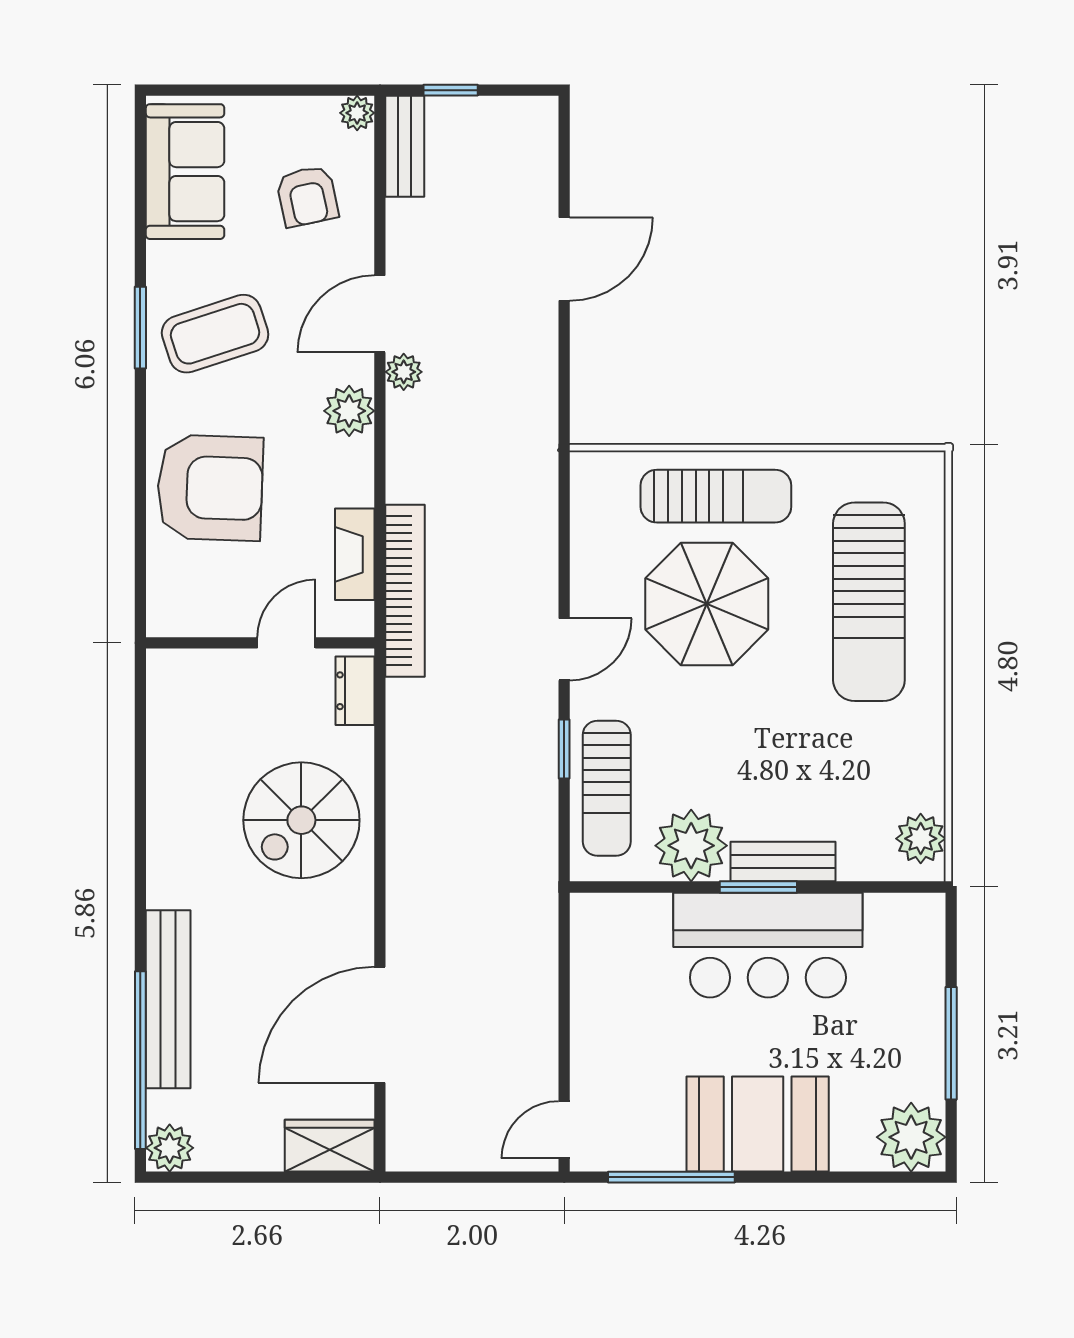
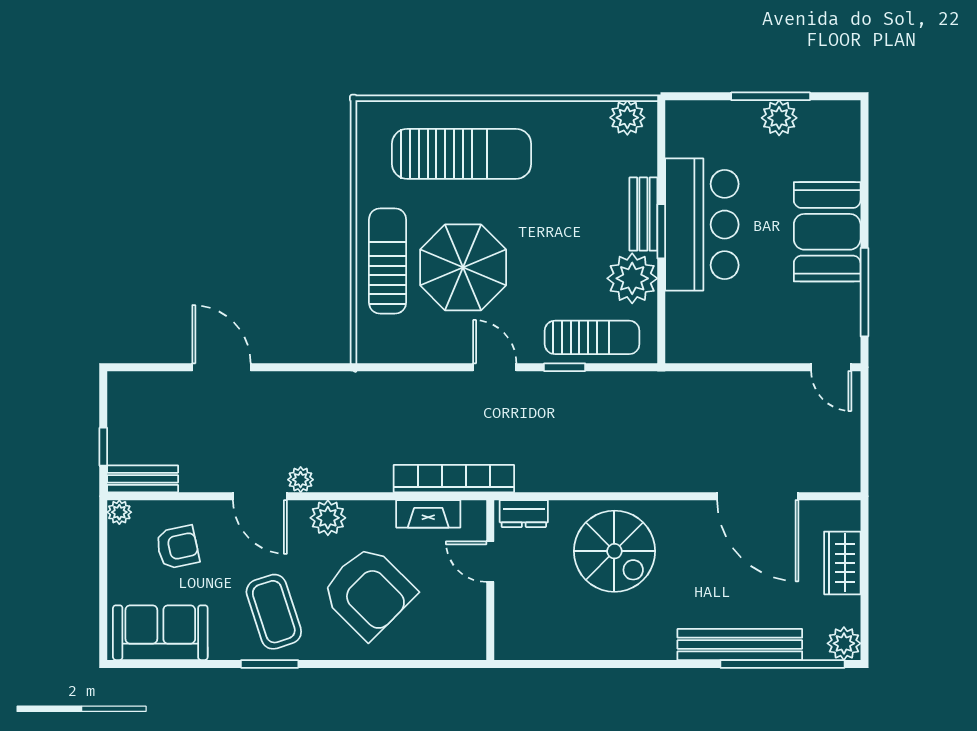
armchair: (210, 488) -> (368, 592), moved, turned 133
plant: (911, 1137) -> (779, 118), moved, width x0.73, depth x0.73
wardrobe: (330, 1146) -> (842, 563), moved

